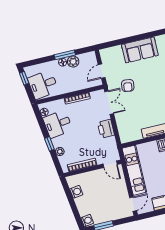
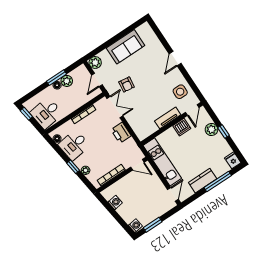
plant: (106, 54) -> (95, 62), added

